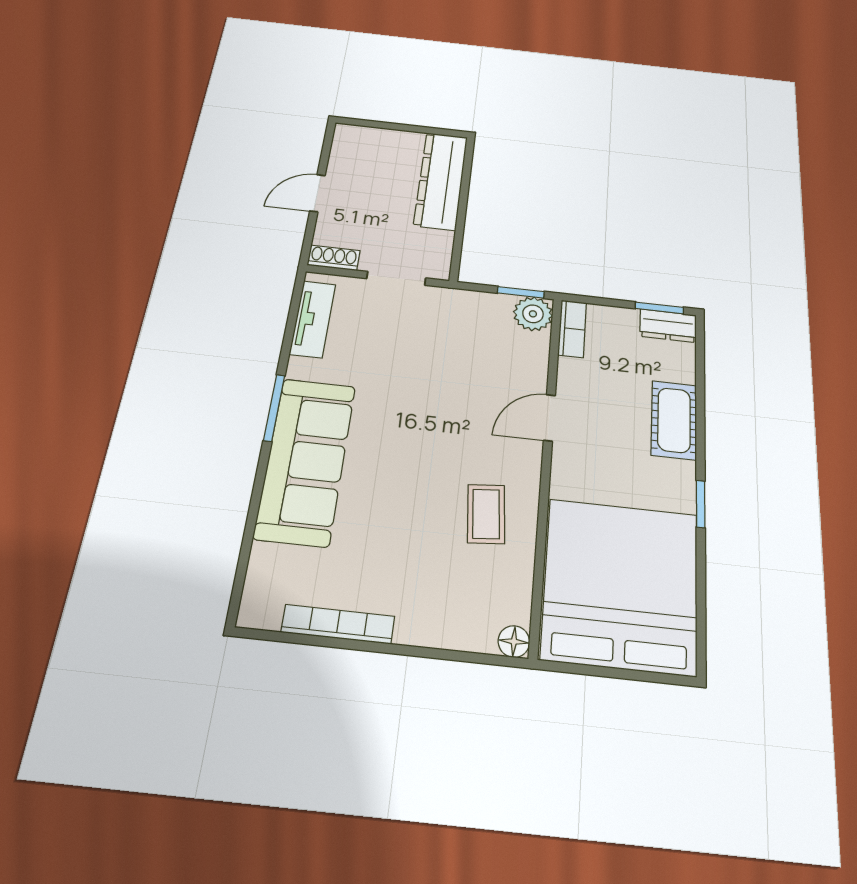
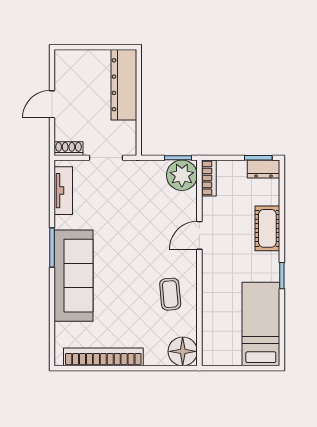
plant: (533, 314) -> (182, 175), width x1.36, depth x1.36
bed: (621, 585) -> (261, 324), width x0.49
bookcase: (338, 624) -> (103, 357), width x1.48, depth x1.31
floor lamp: (514, 642) -> (183, 351), width x1.89, depth x1.89

